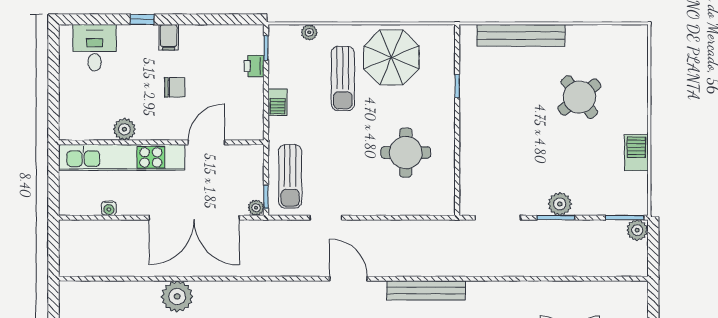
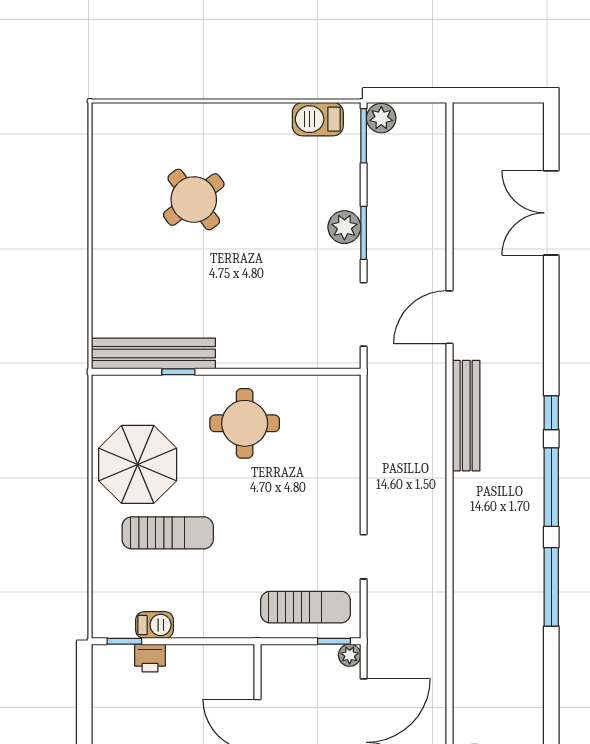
plant: (309, 32) -> (103, 580), removed
bench: (521, 35) -> (153, 354), moved, turned 90
barbecue: (277, 102) -> (155, 625), moved
round table: (406, 153) -> (245, 423), moved
barbecue: (636, 153) -> (318, 119), moved
door: (348, 279) -> (450, 317), moved

